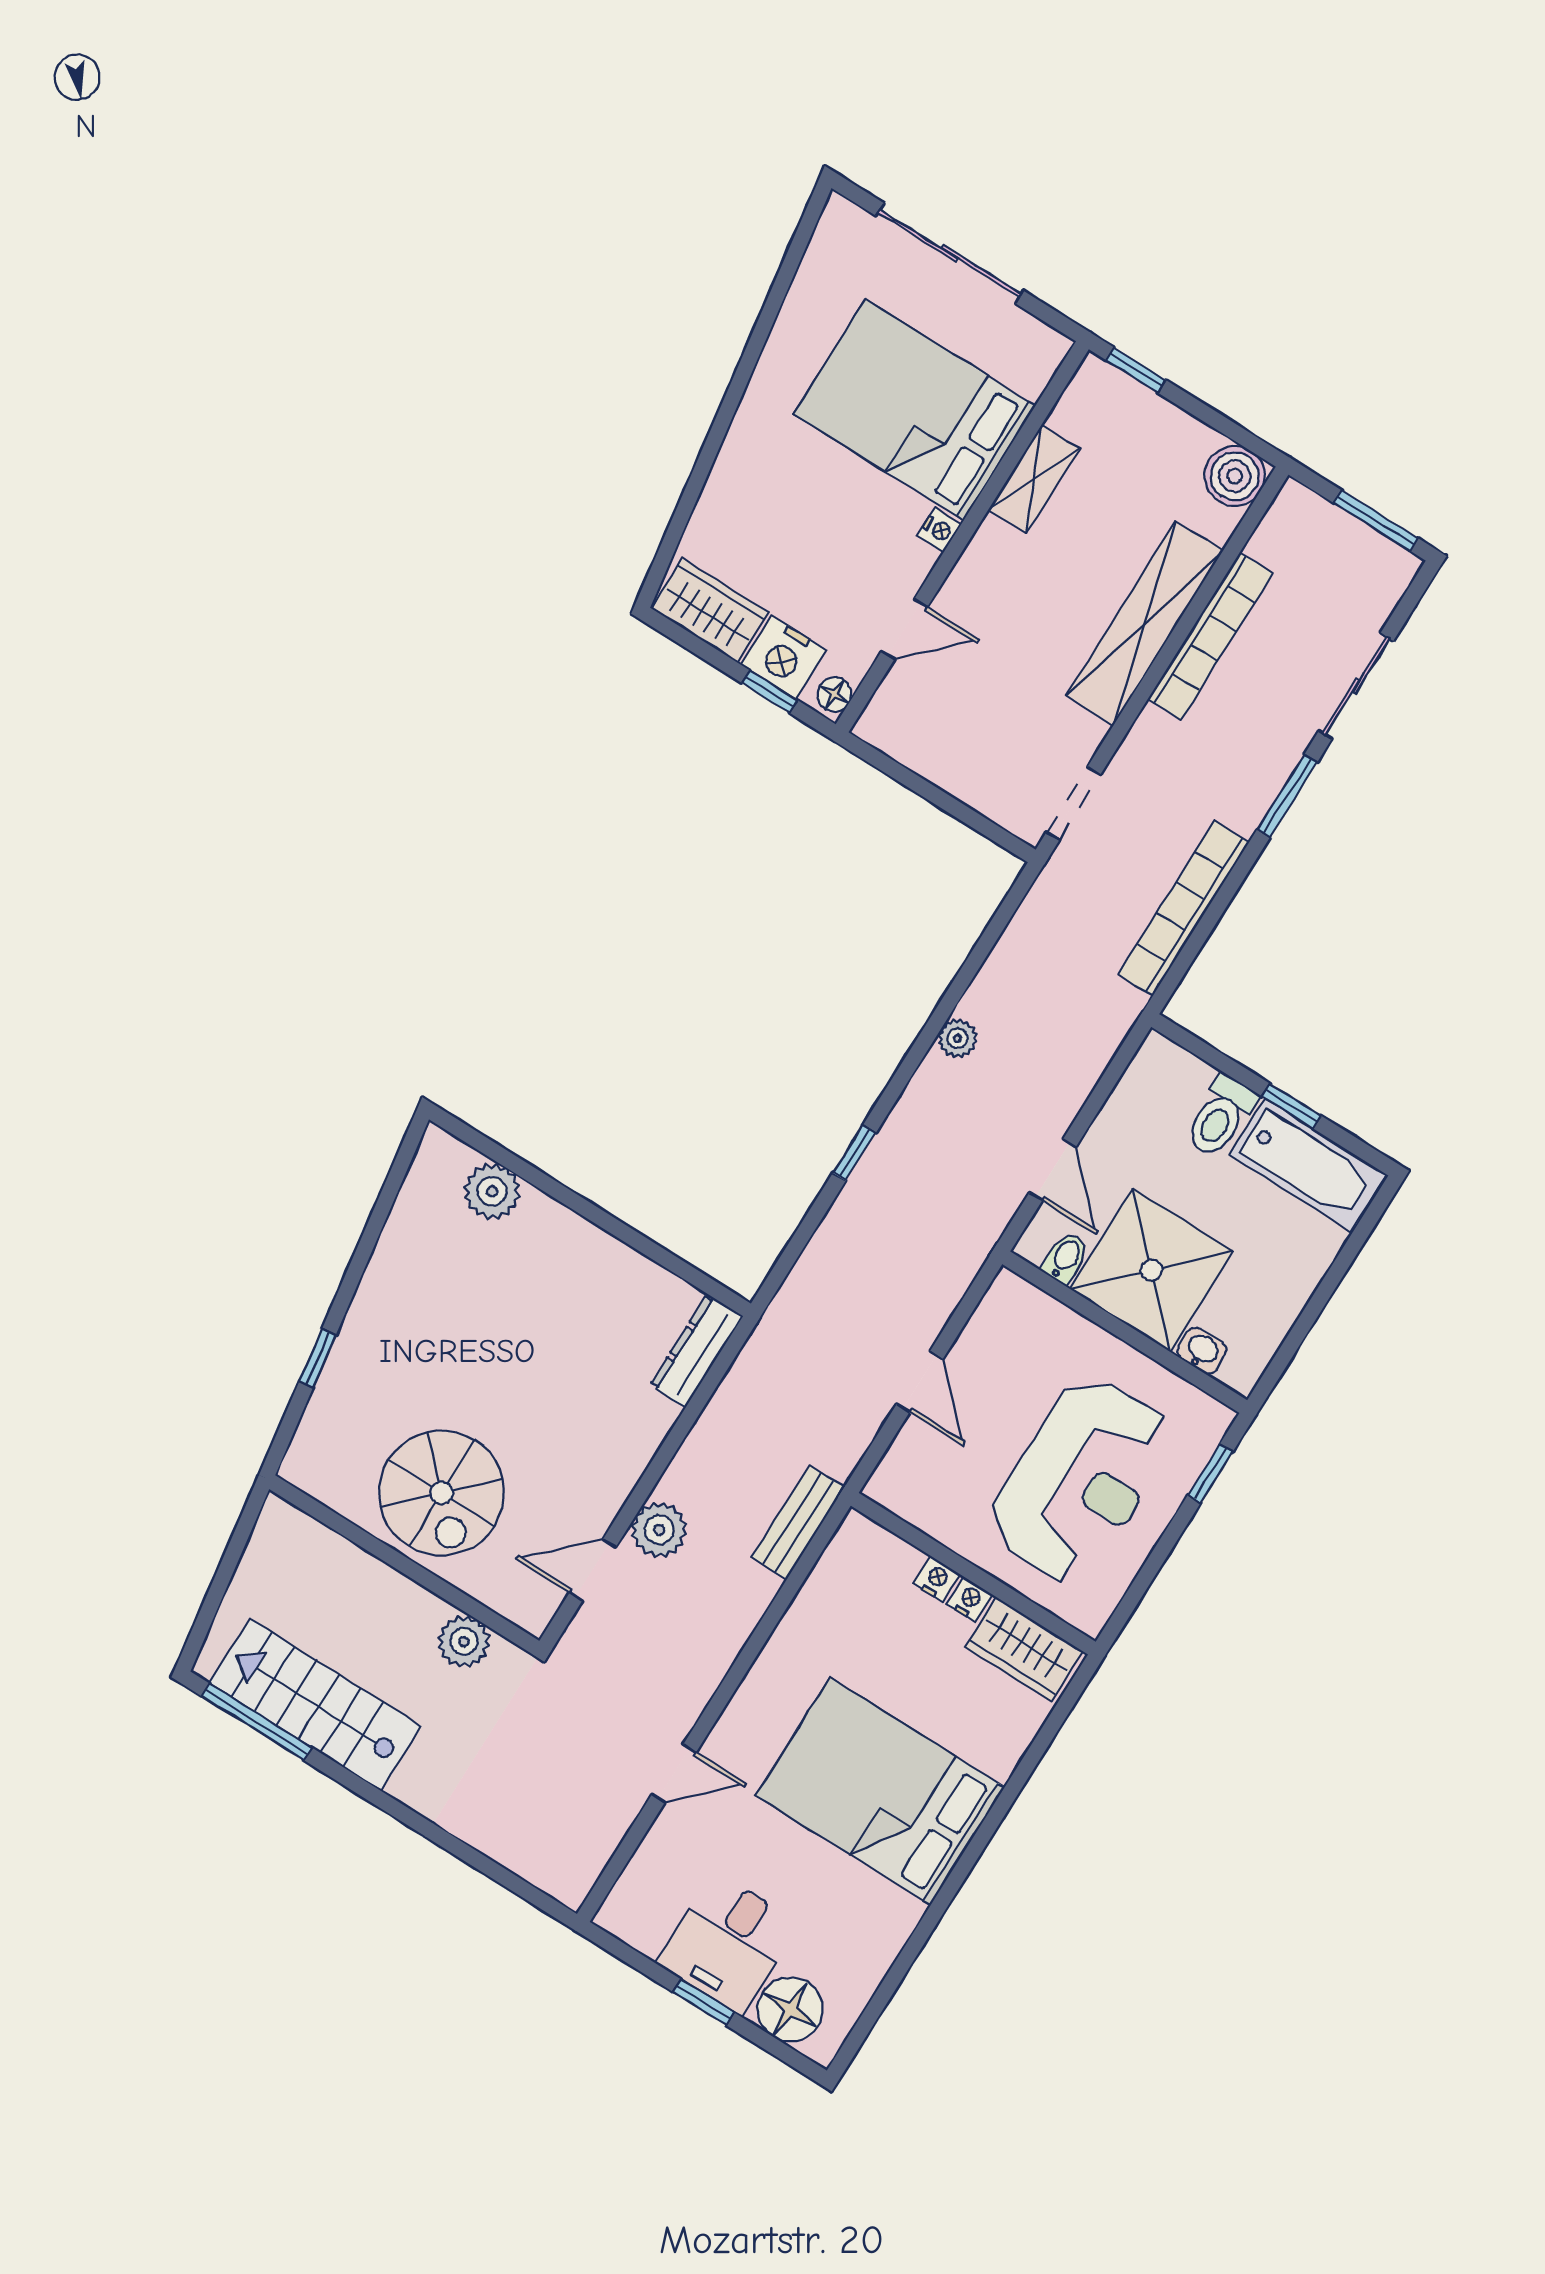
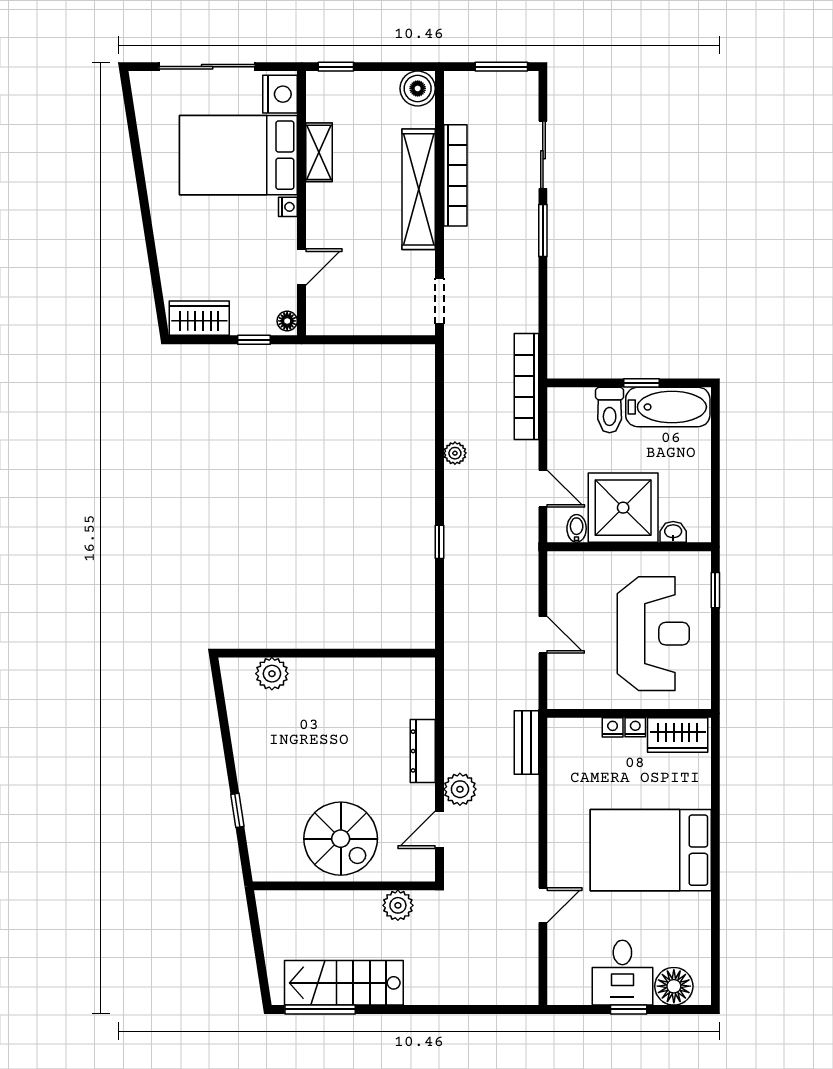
nightstand: (784, 657) -> (280, 94), moved, turned -90
bookcase: (1184, 908) -> (527, 387), moved
dresser: (696, 1351) -> (423, 751), moved

